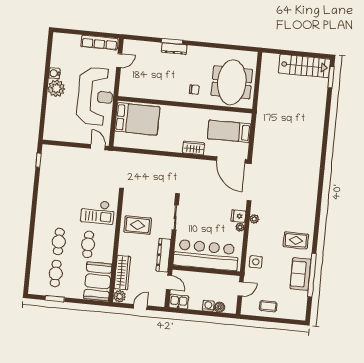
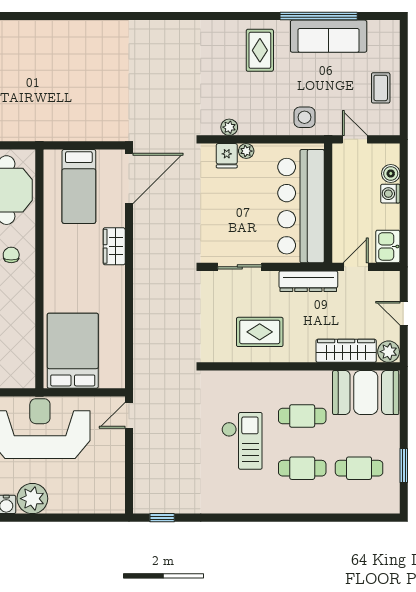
checkout: (98, 212) -> (242, 441), moved
rug: (138, 225) -> (260, 332), turned 90
sofa: (301, 274) -> (329, 36), width x1.36

